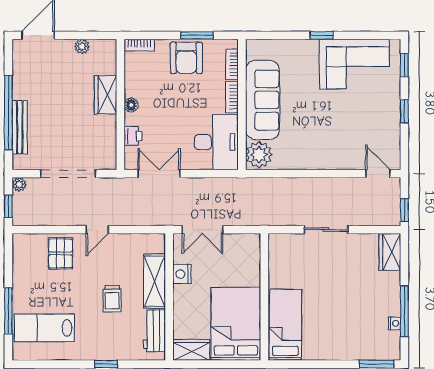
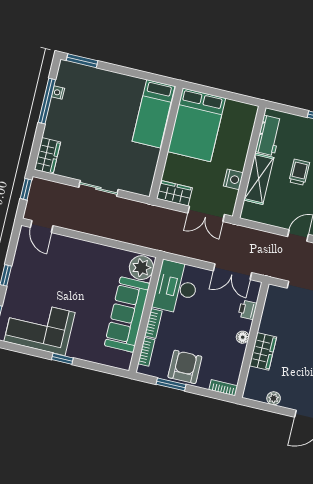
double door: (203, 230) -> (206, 214), swing flipped
wardrobe: (192, 350) -> (174, 193), moved, turned 180

